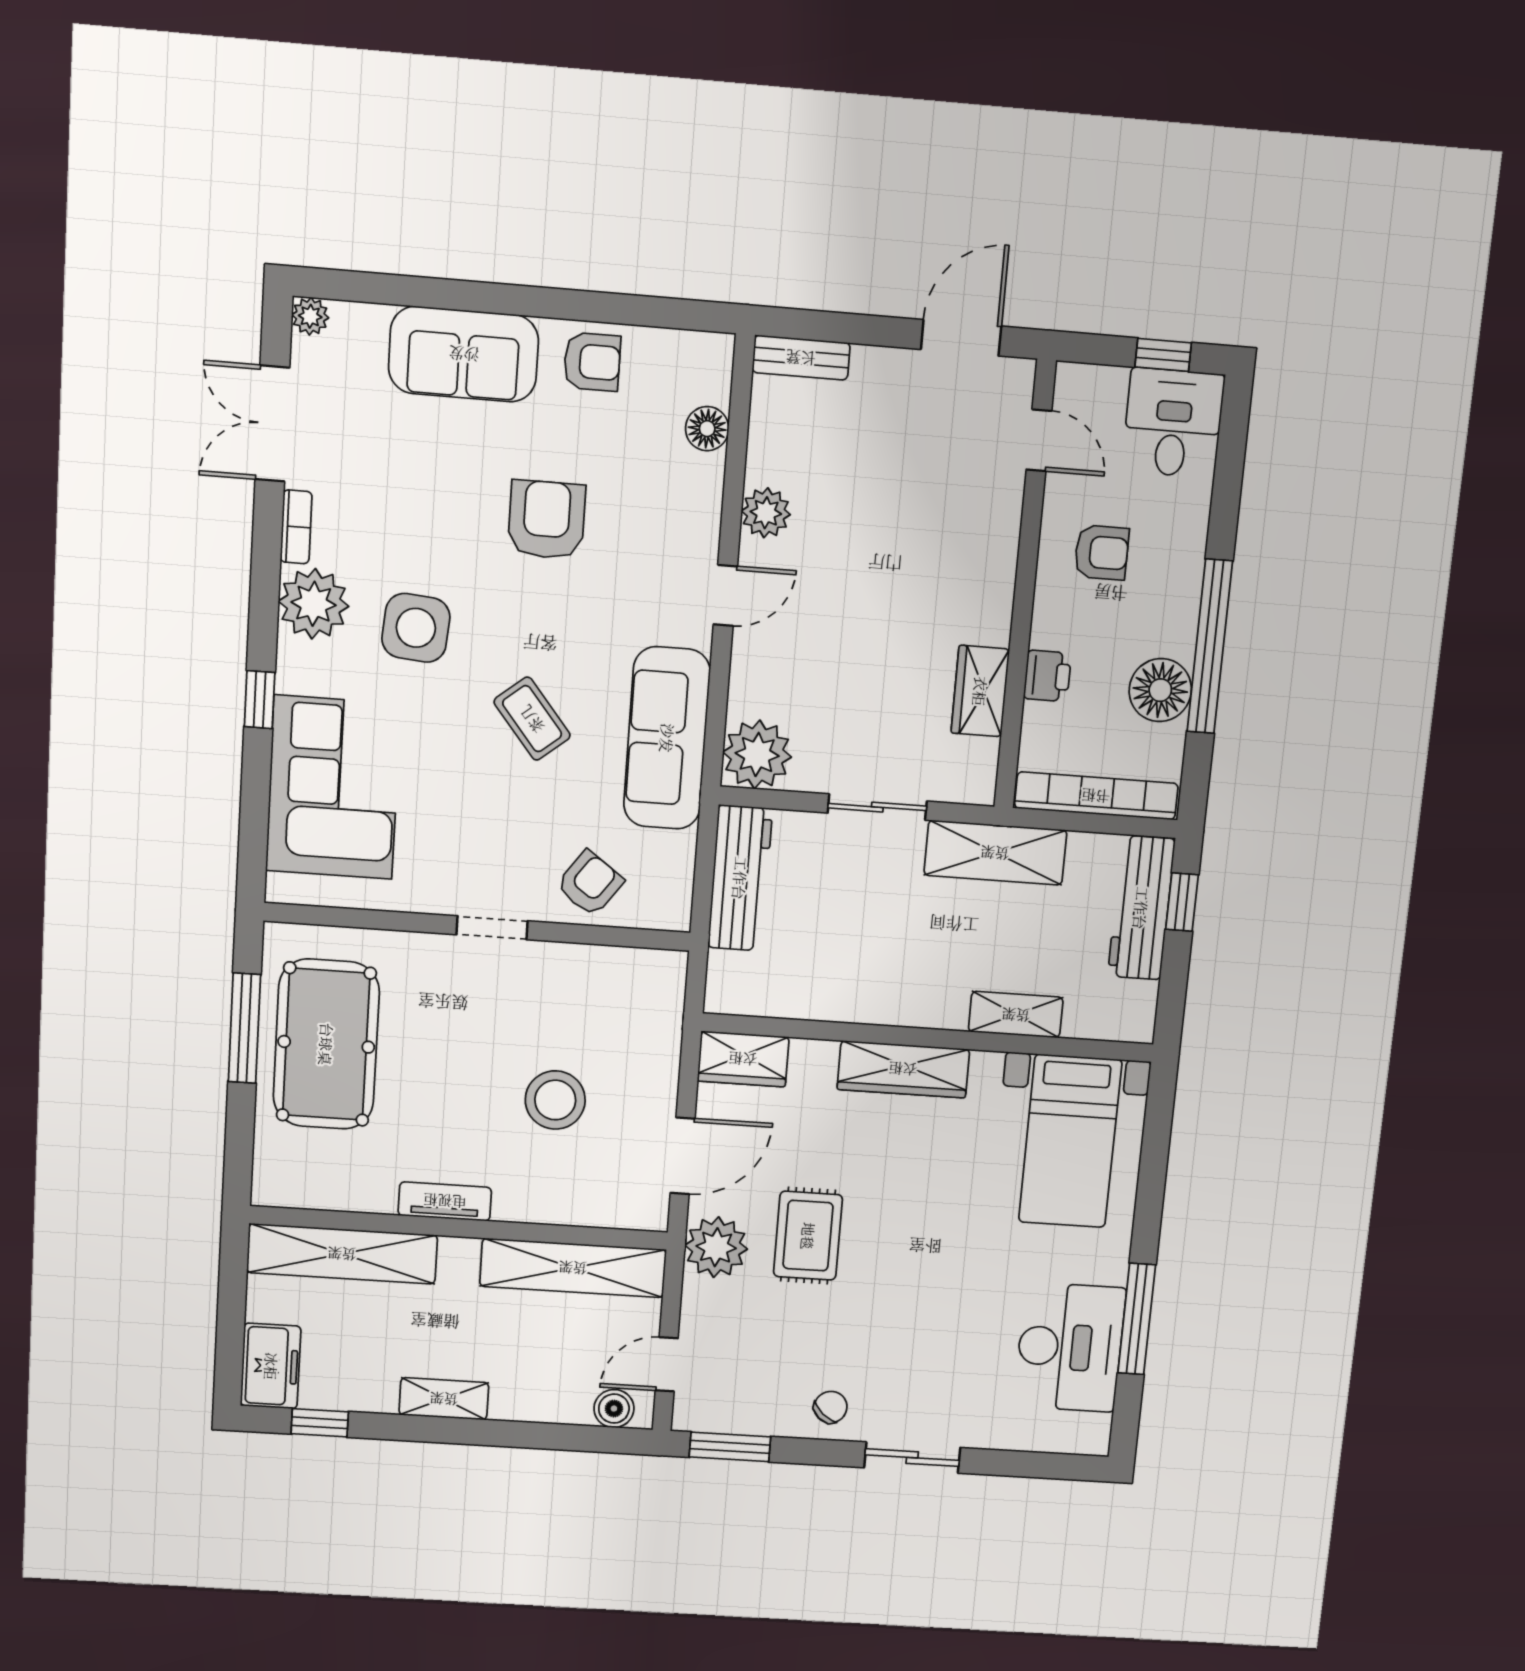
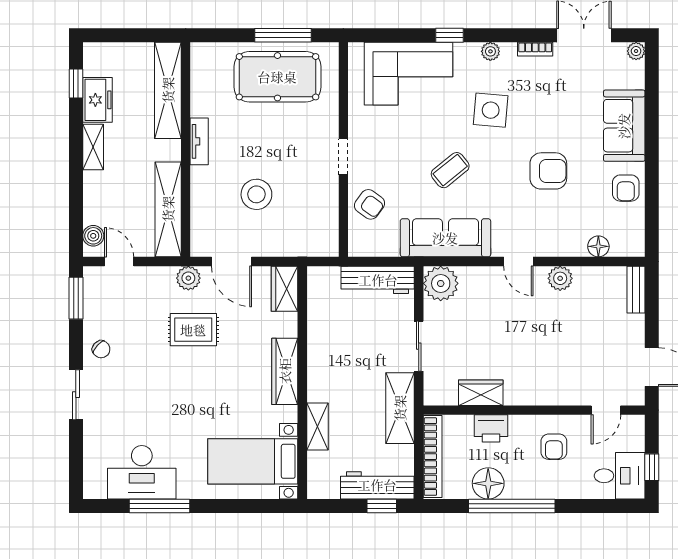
plant: (314, 604) -> (490, 51), width x0.53, depth x0.53
printer: (1047, 676) -> (491, 428), width x1.36, depth x1.24
plant: (716, 1247) -> (188, 278), width x0.73, depth x0.73
freezer: (271, 1366) -> (97, 100), moved, turned -90

